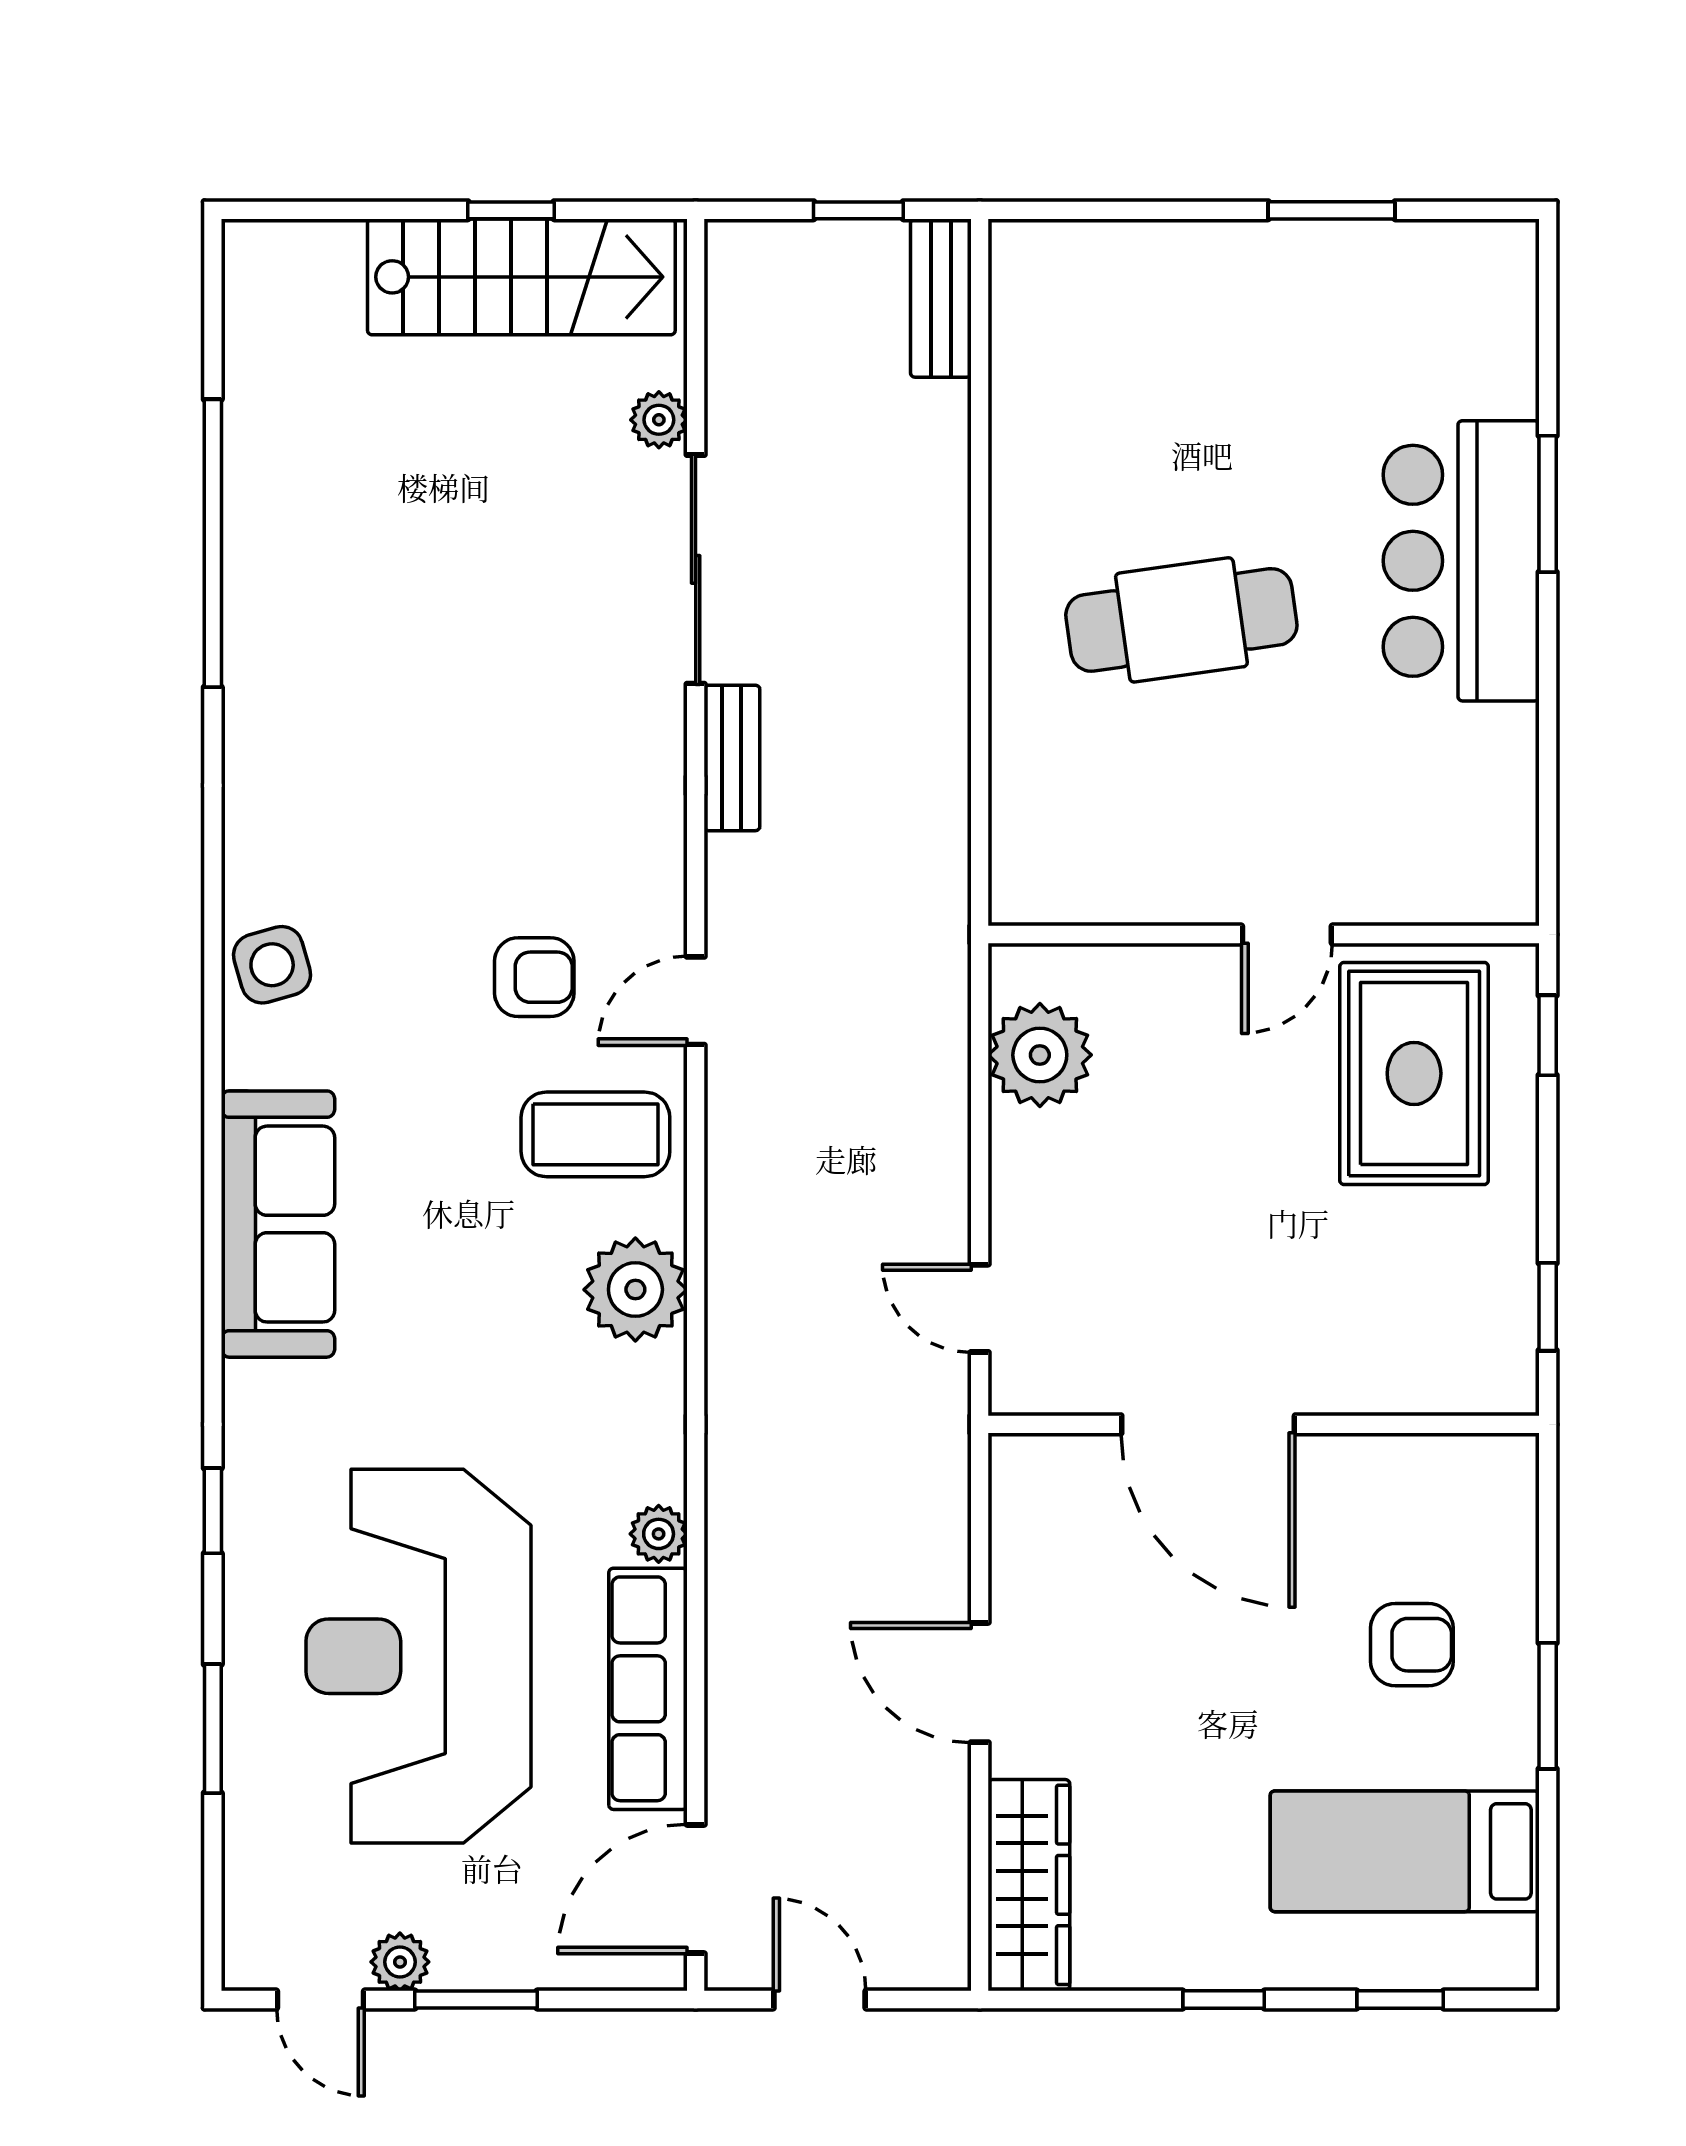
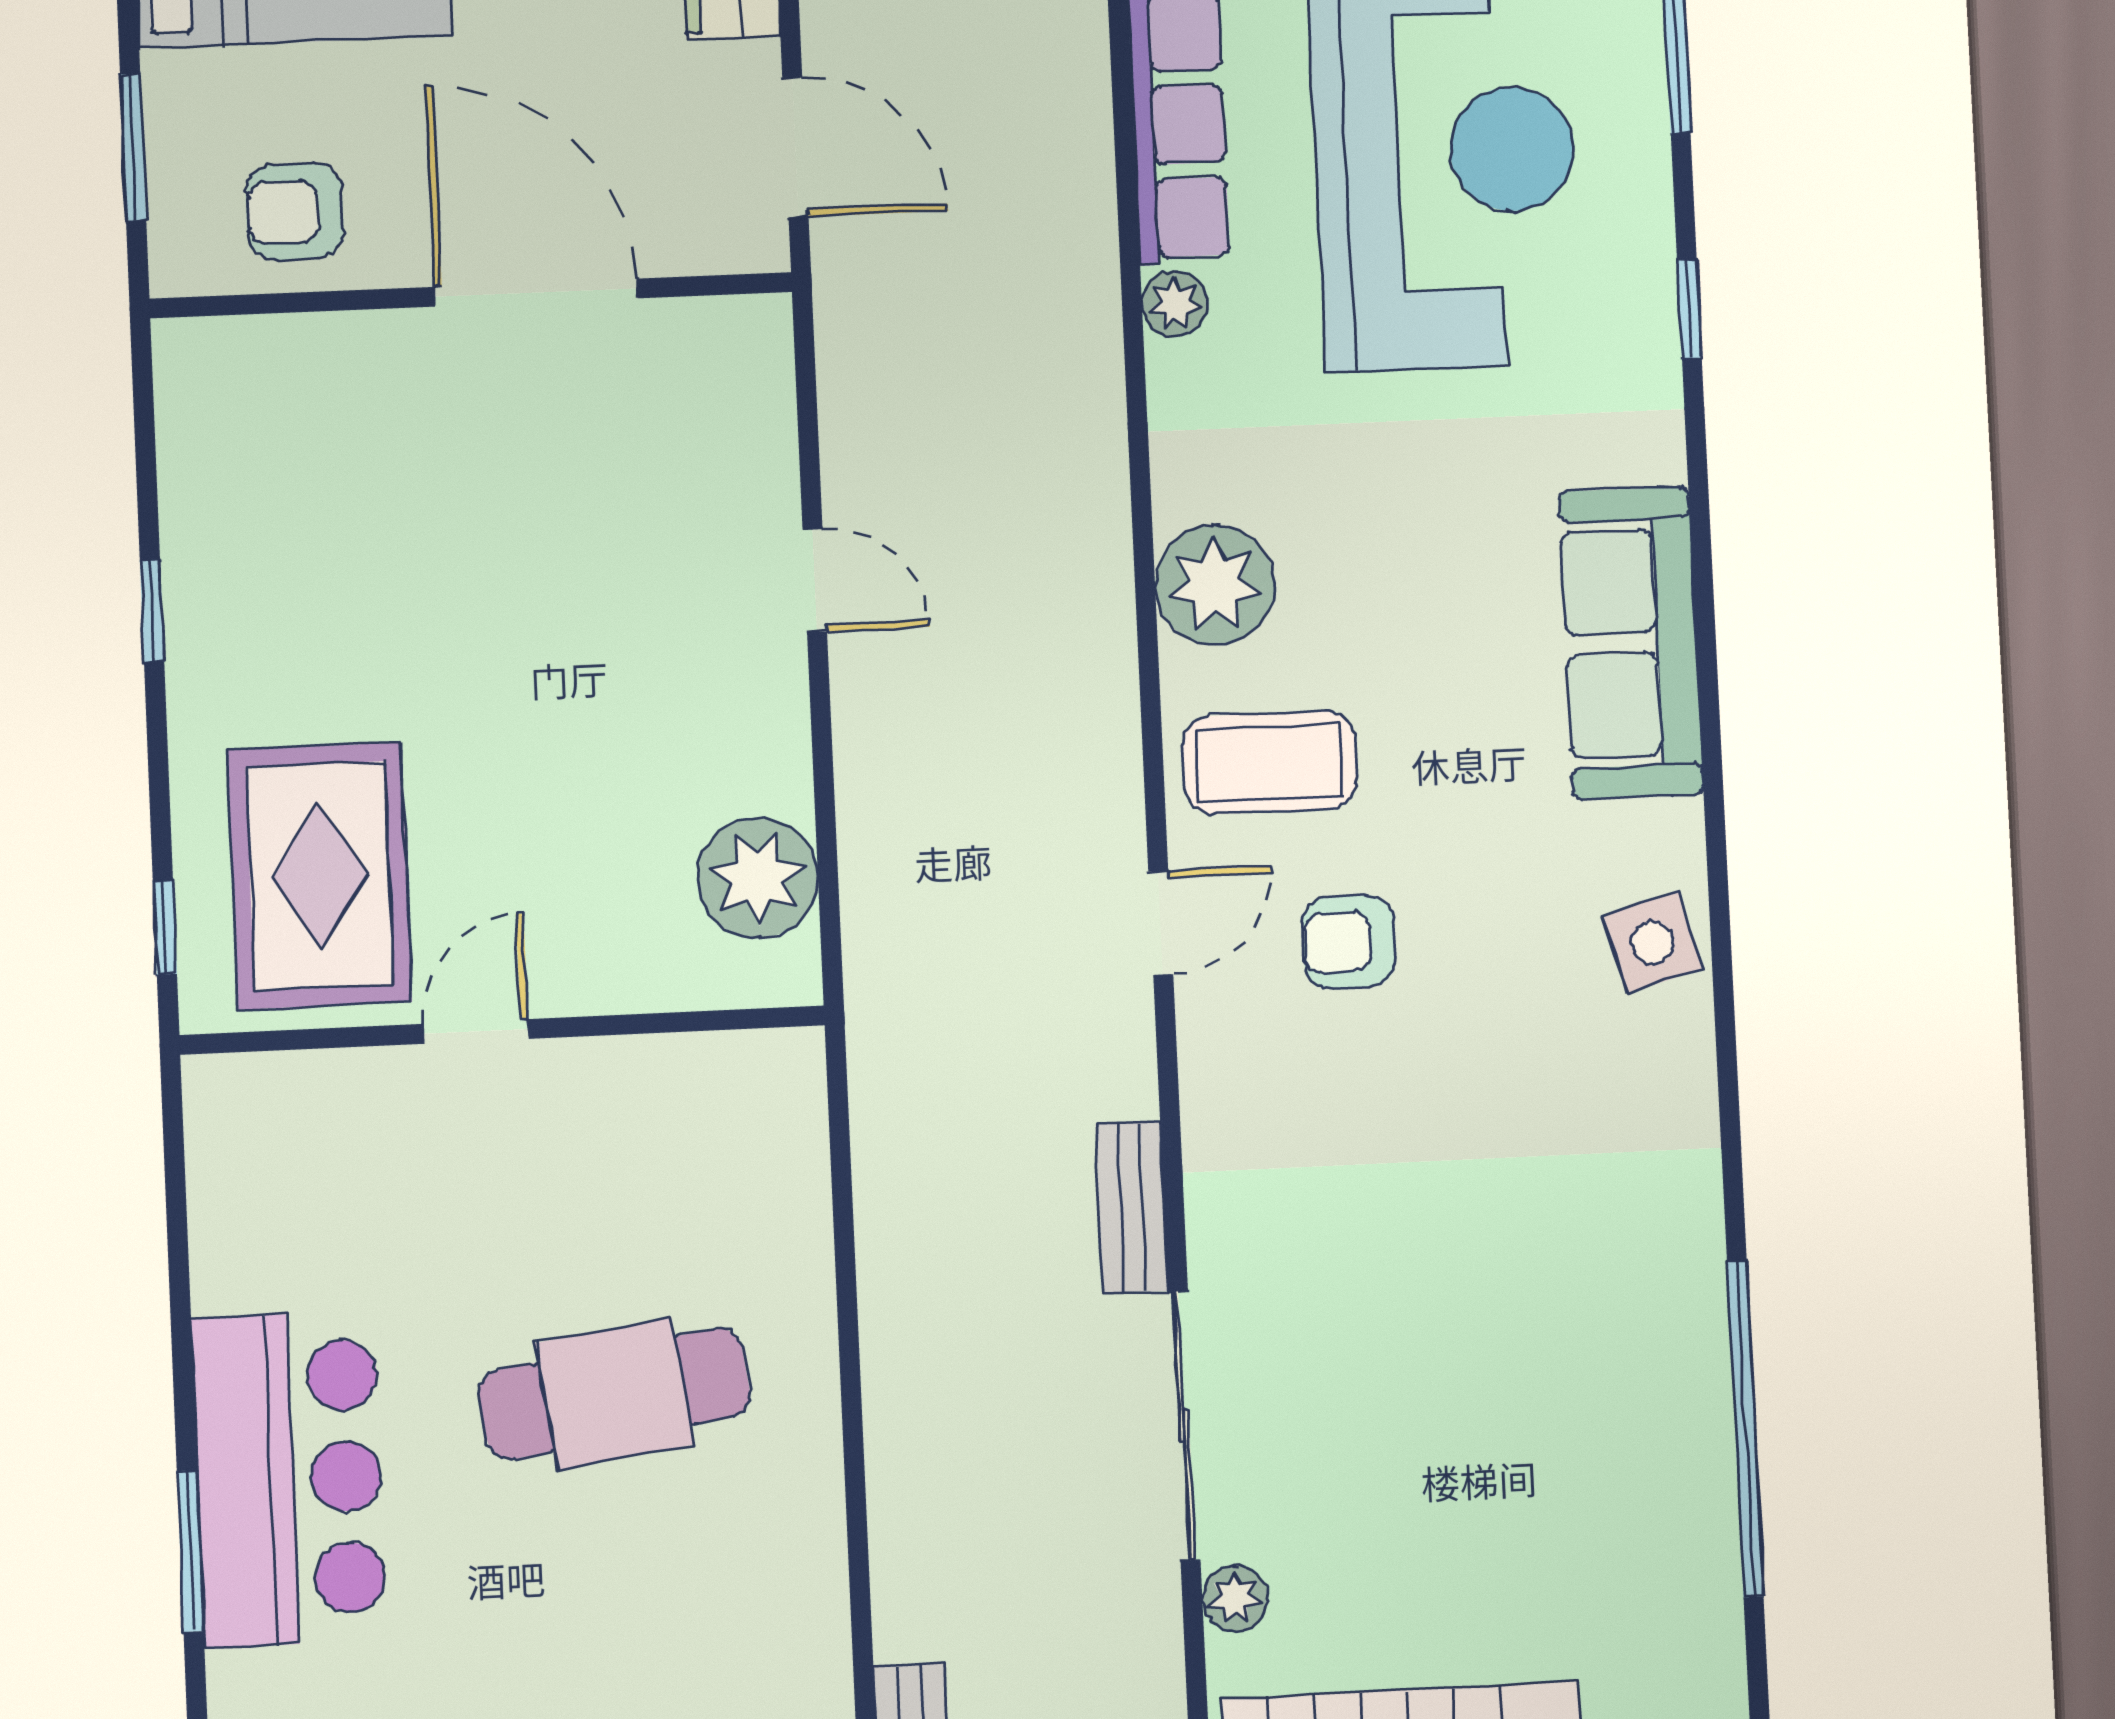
door: (1208, 1424) -> (536, 293), moved
wall: (1264, 1424) -> (471, 295), moved

